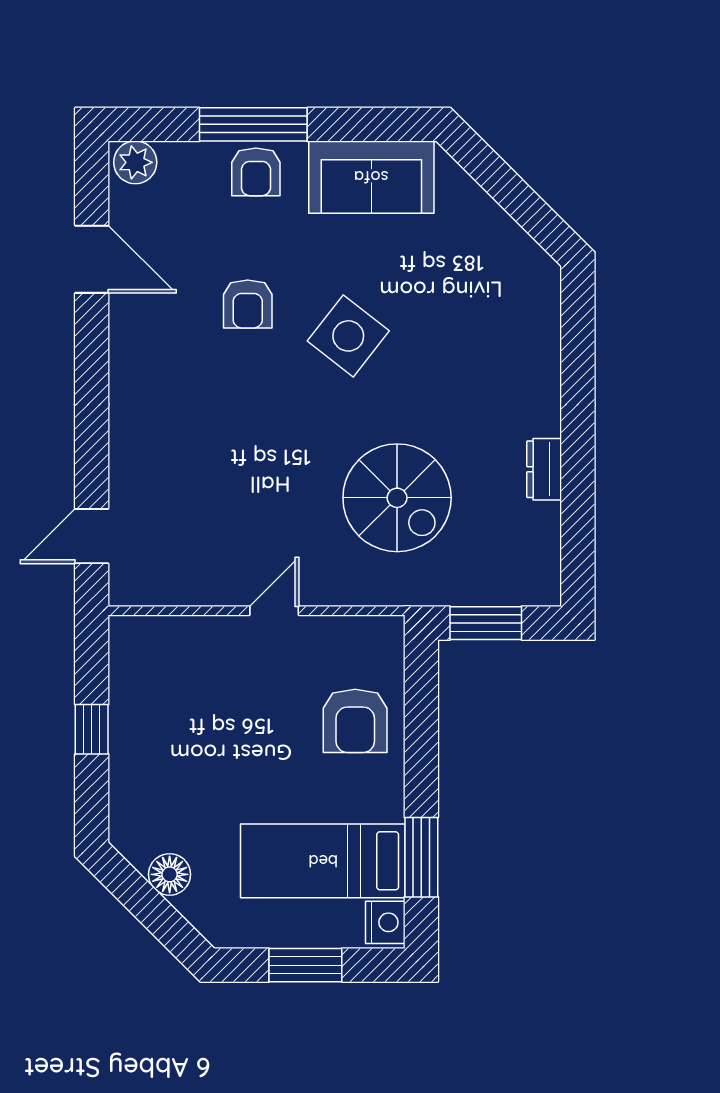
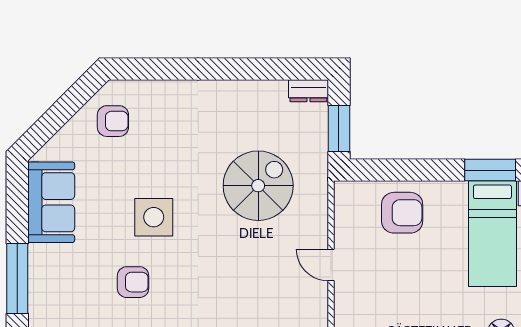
armchair: (256, 172) -> (113, 121), moved
side table: (348, 336) -> (154, 217), turned -38
dresser: (544, 469) -> (308, 91), moved

